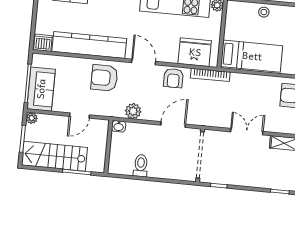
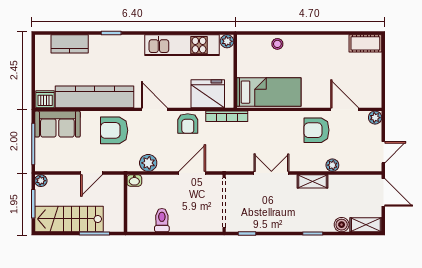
sofa: (41, 89) -> (57, 124), moved, turned 90

